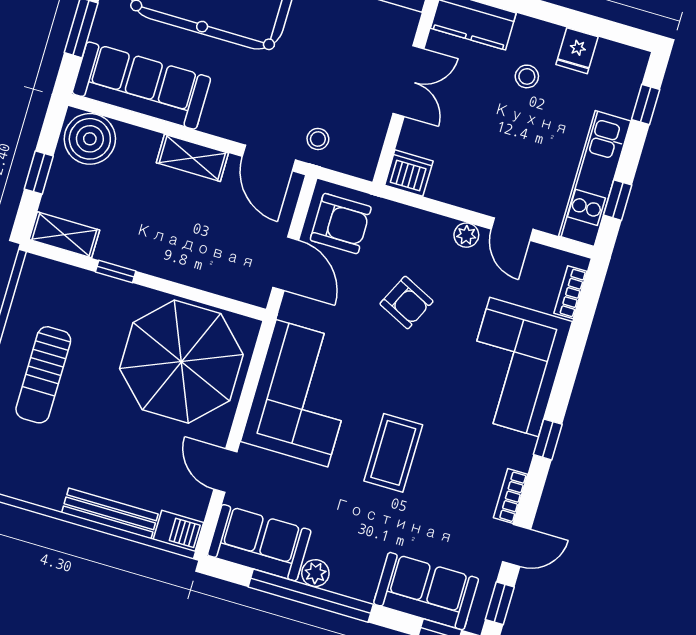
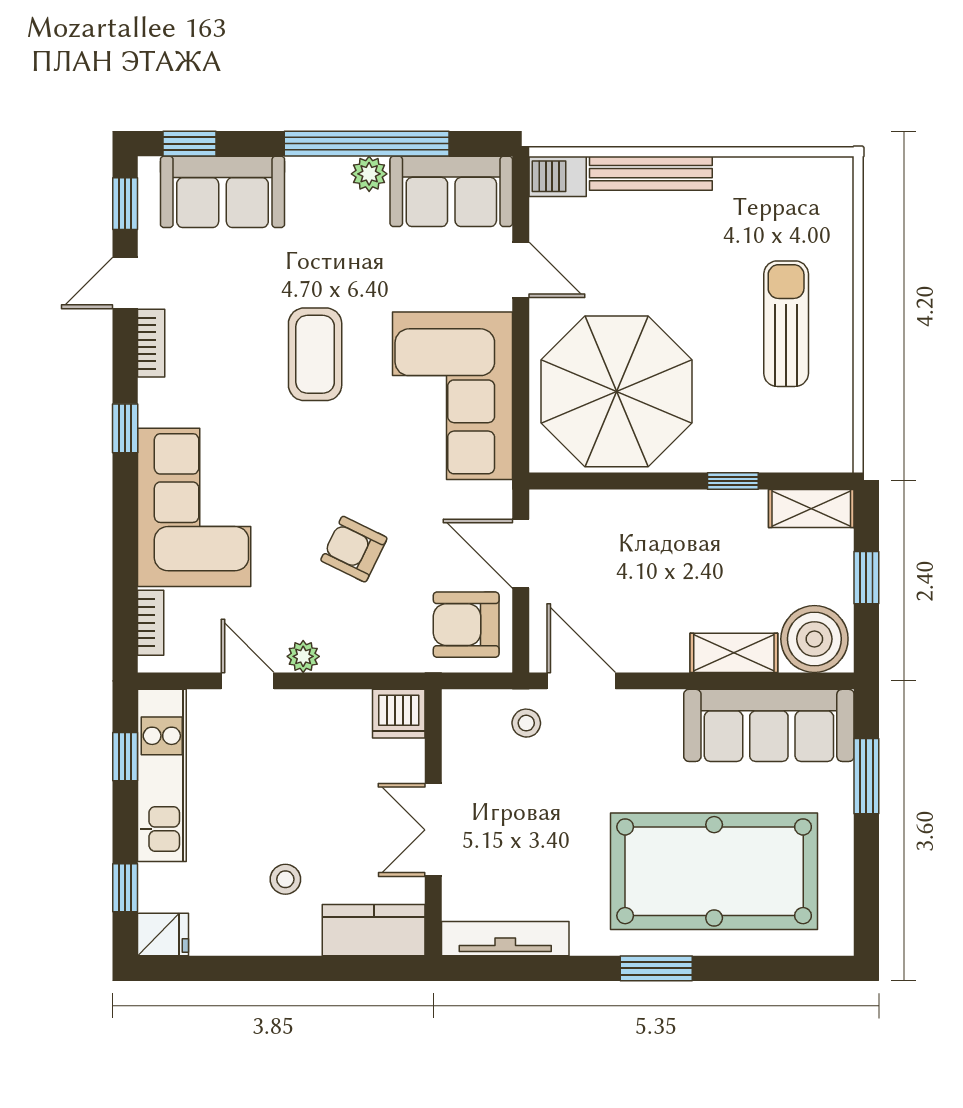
fridge: (577, 51) -> (163, 934), moved, turned 90
shelving: (192, 158) -> (734, 653), moved

